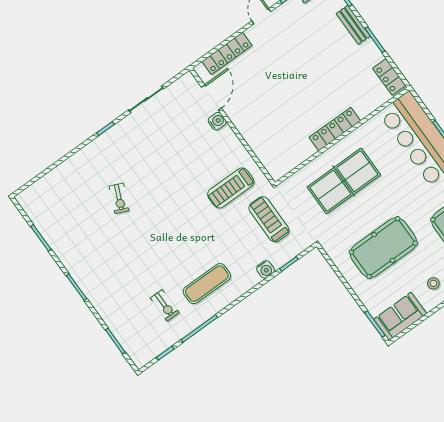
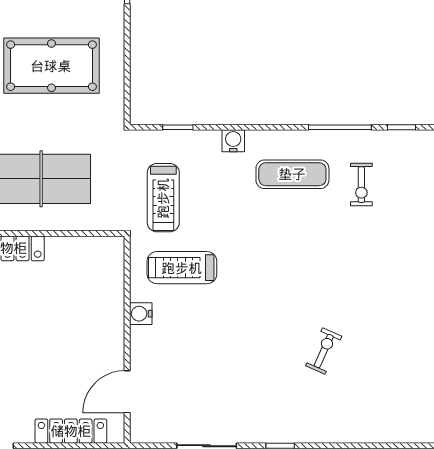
water cooler: (217, 121) -> (141, 314), moved
treadmill: (231, 188) -> (182, 268), turned 180
water cooler: (266, 269) -> (233, 141), moved
exercise bike: (165, 305) -> (361, 185), turned 180

